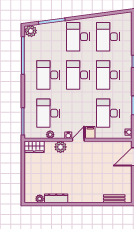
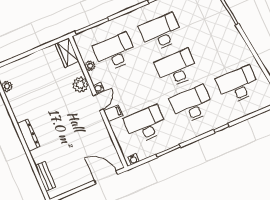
desk: (78, 37) -> (223, 49), removed
door: (78, 140) -> (98, 102), hinge flipped
dresser: (56, 198) -> (29, 135), moved

